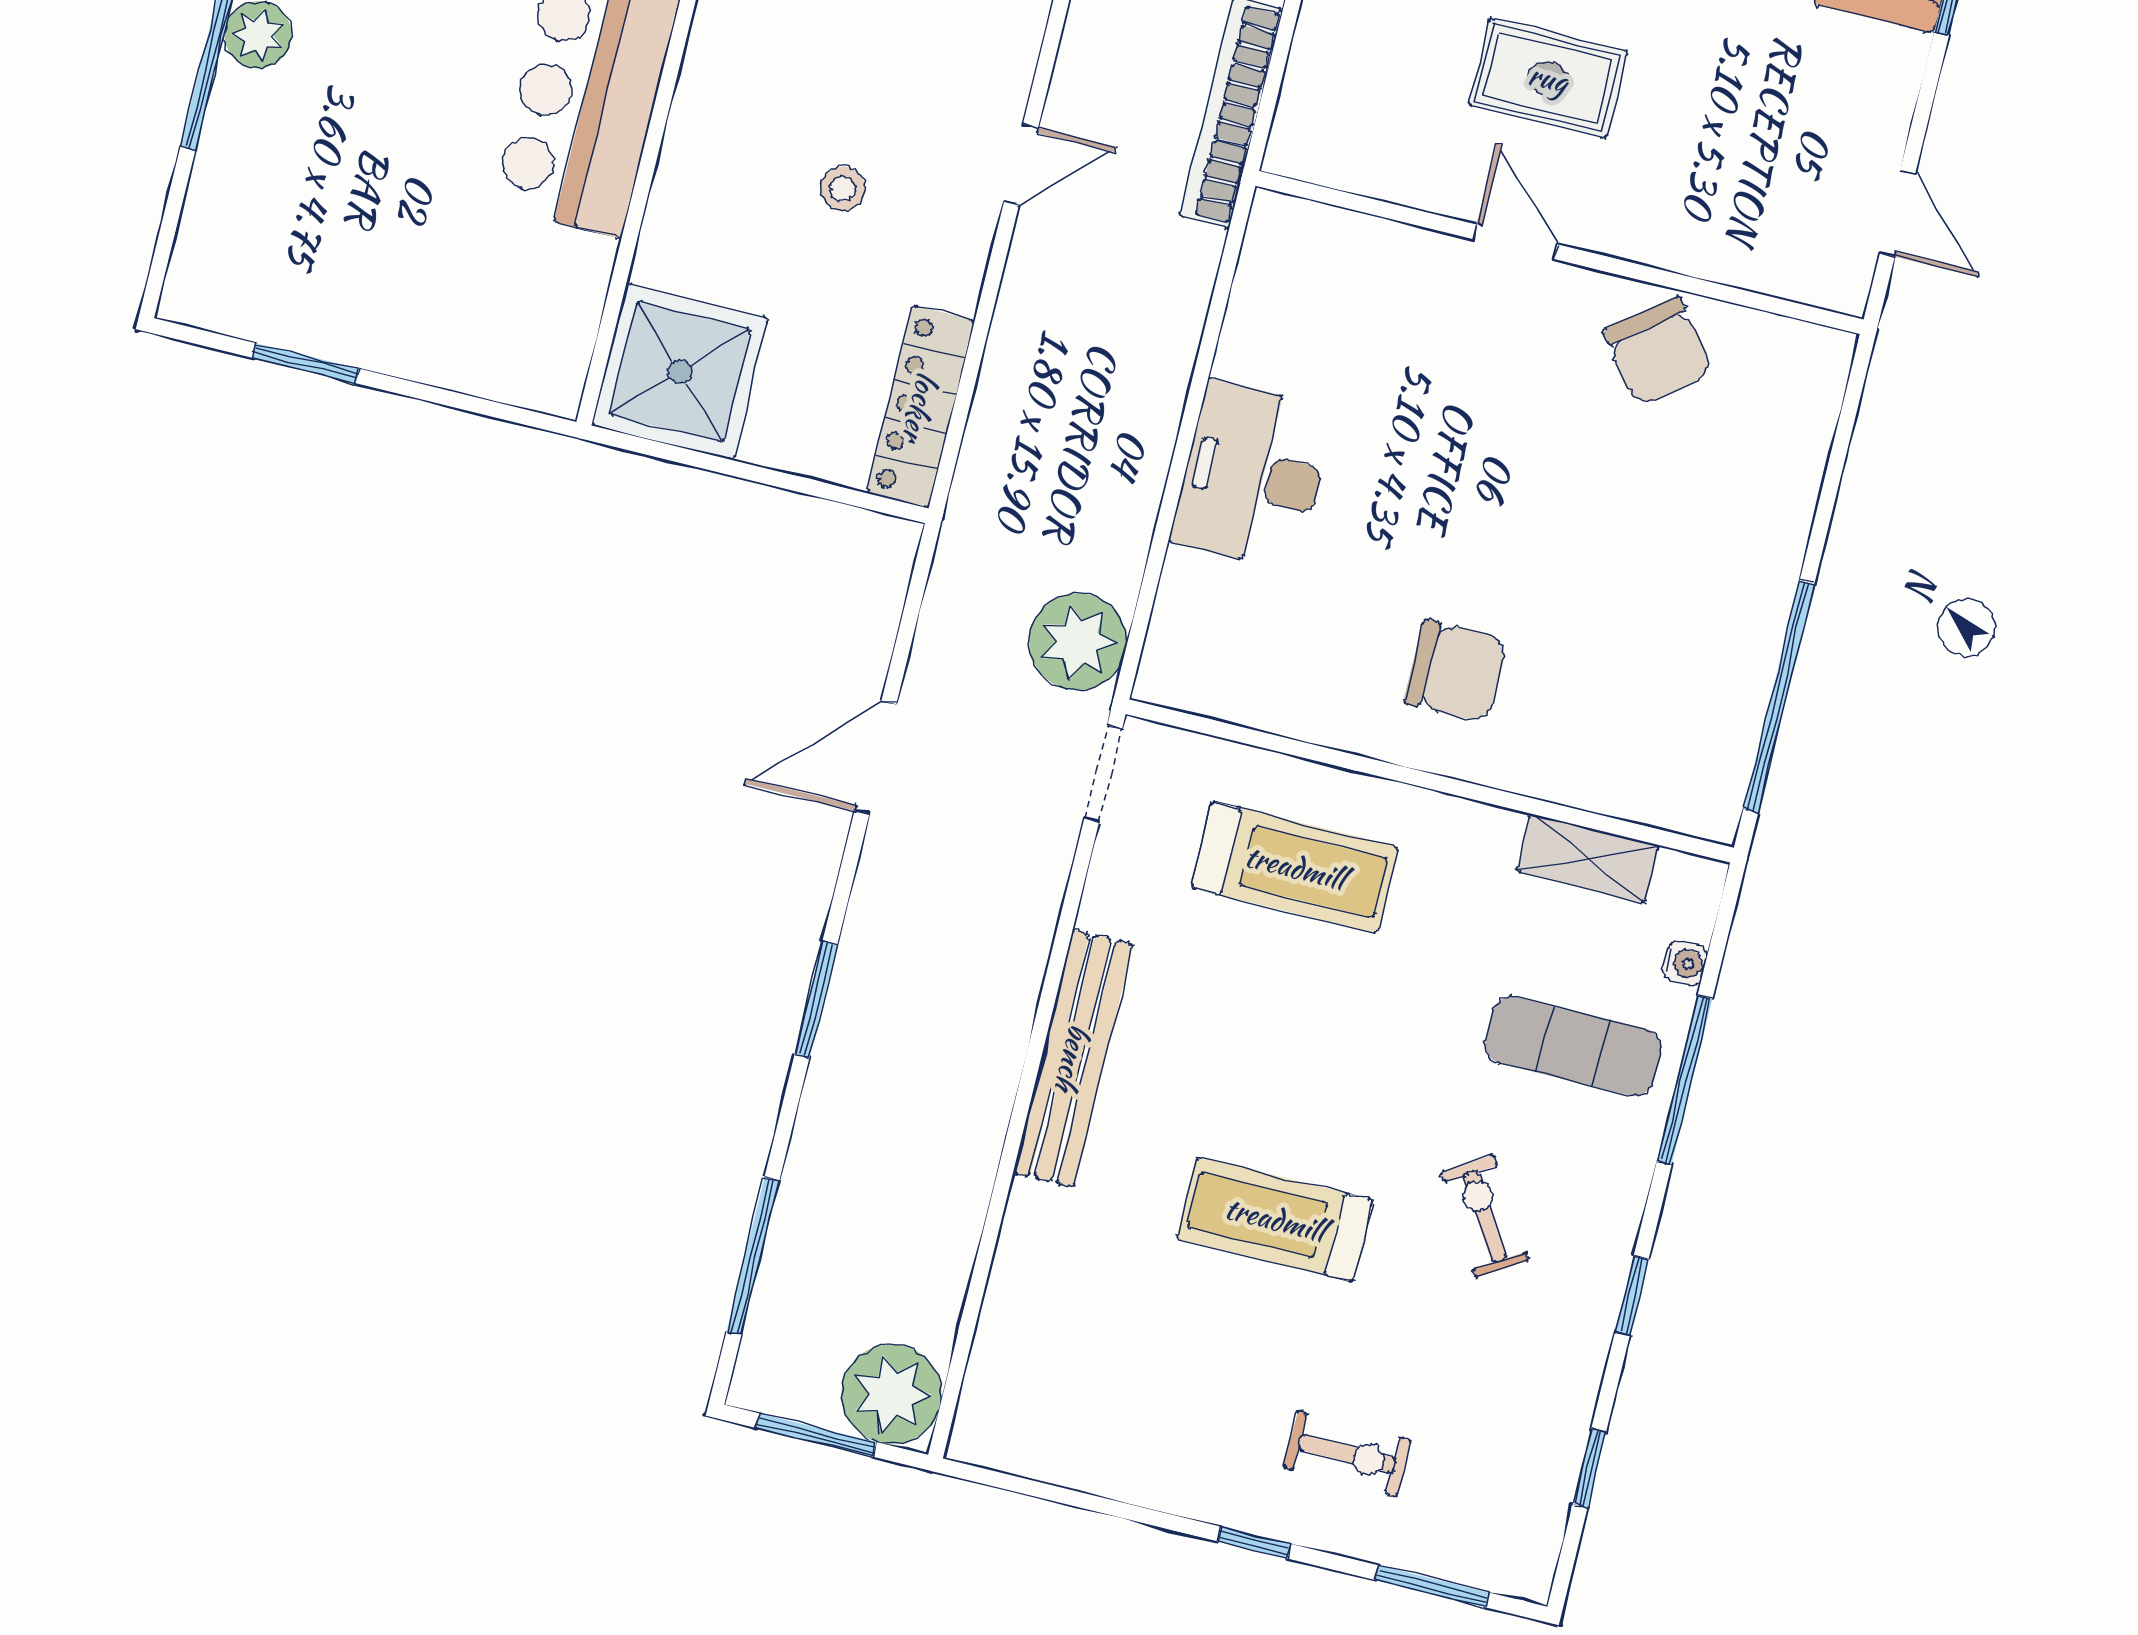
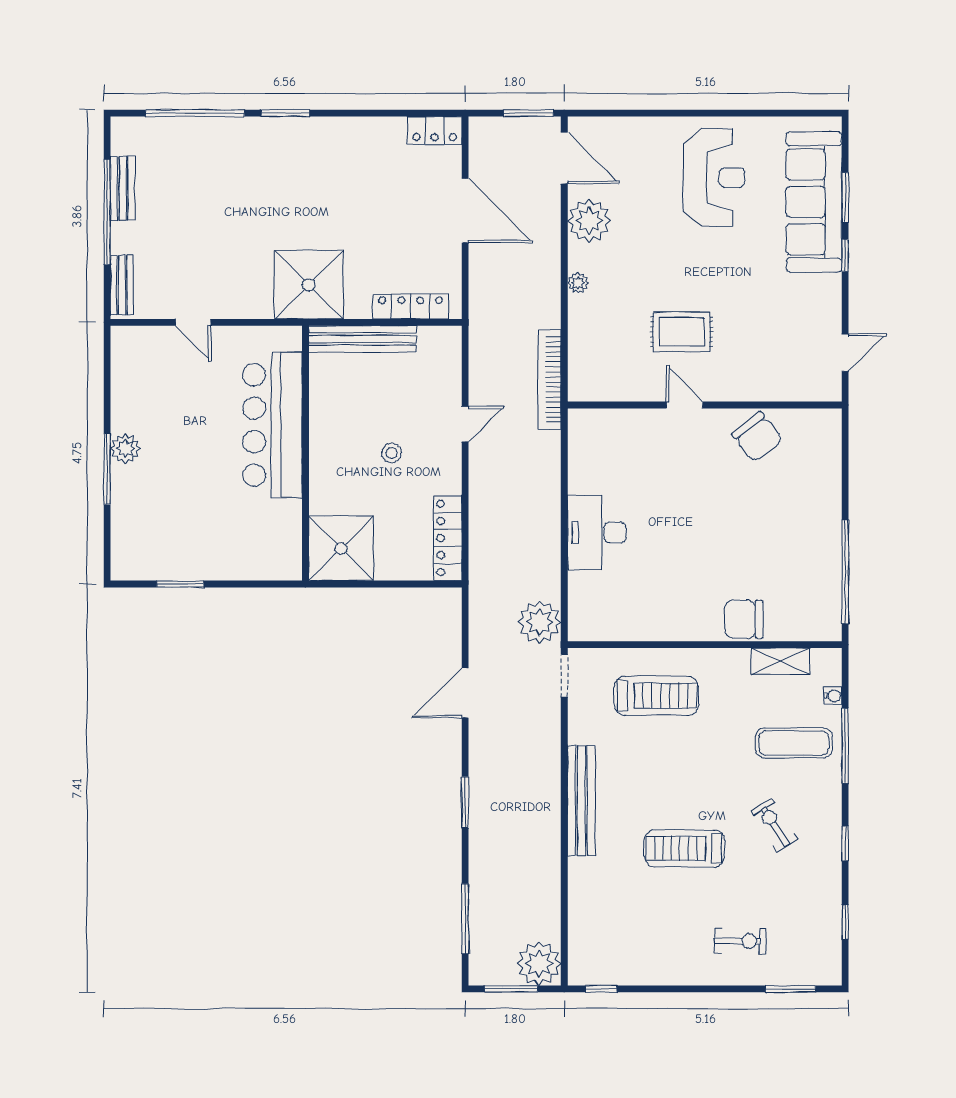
door: (1898, 213) -> (845, 353), hinge flipped
chair: (1456, 671) -> (744, 619), moved, turned 180
window: (1254, 1543) -> (601, 989), moved

